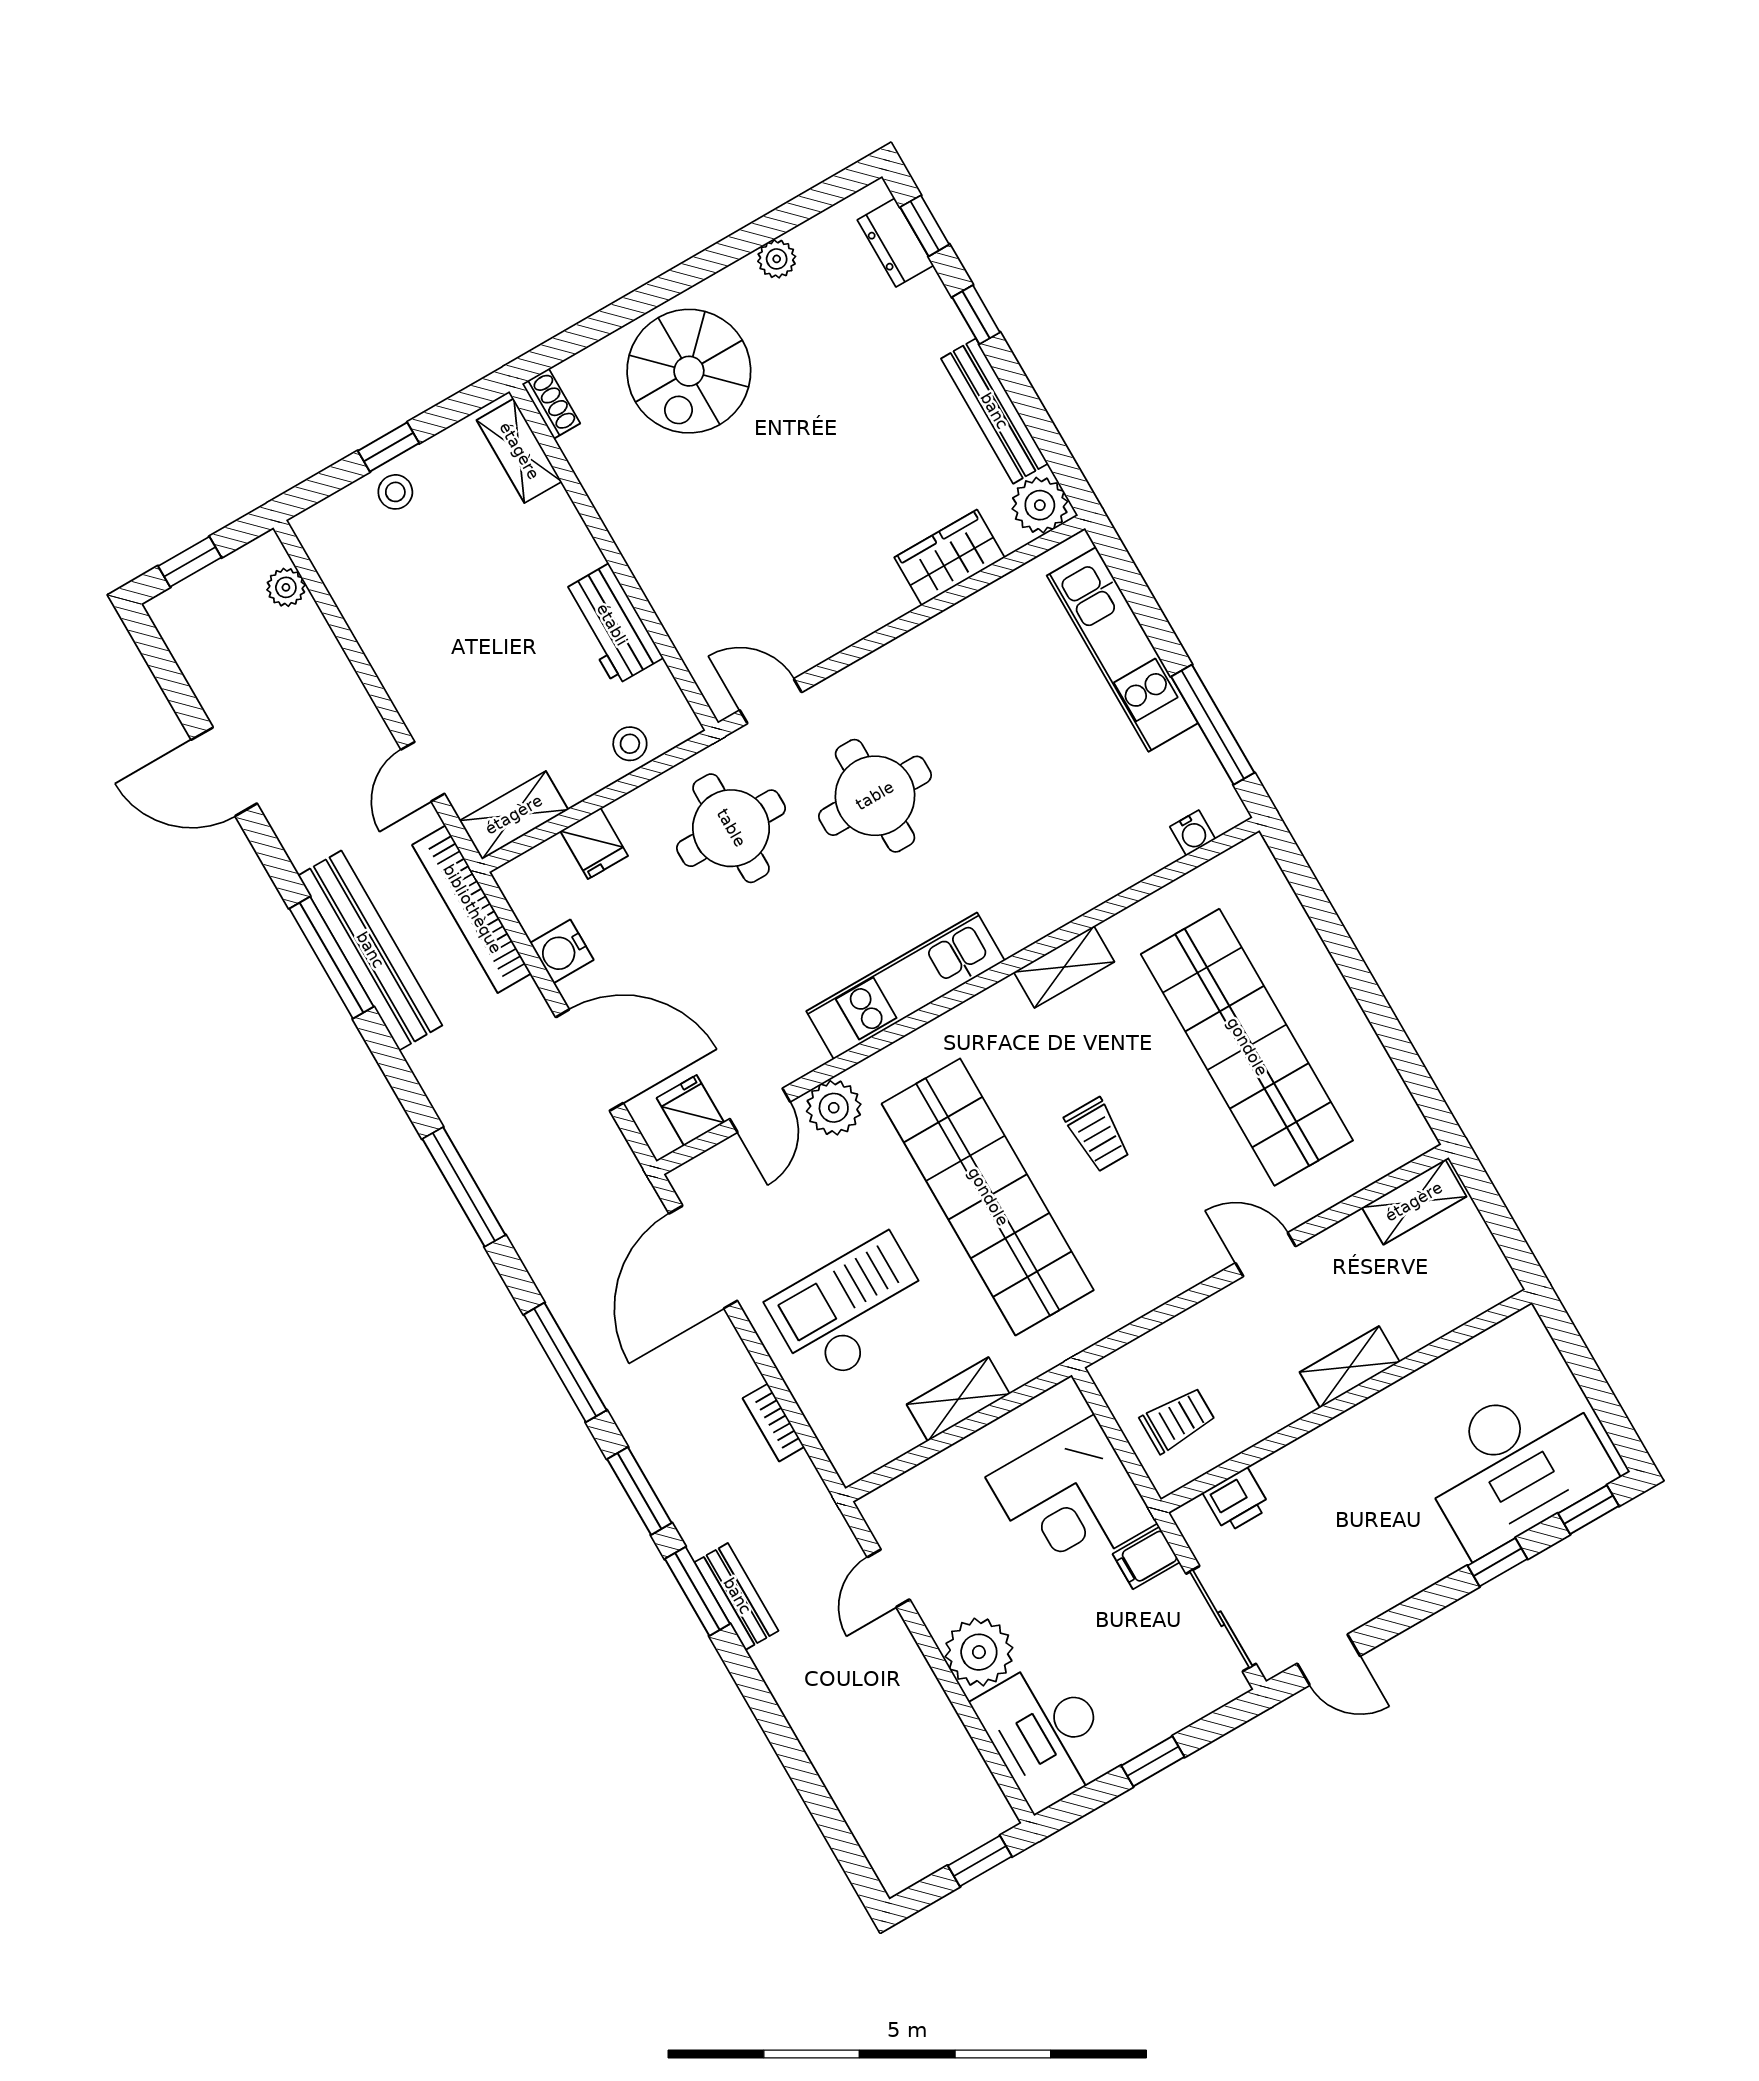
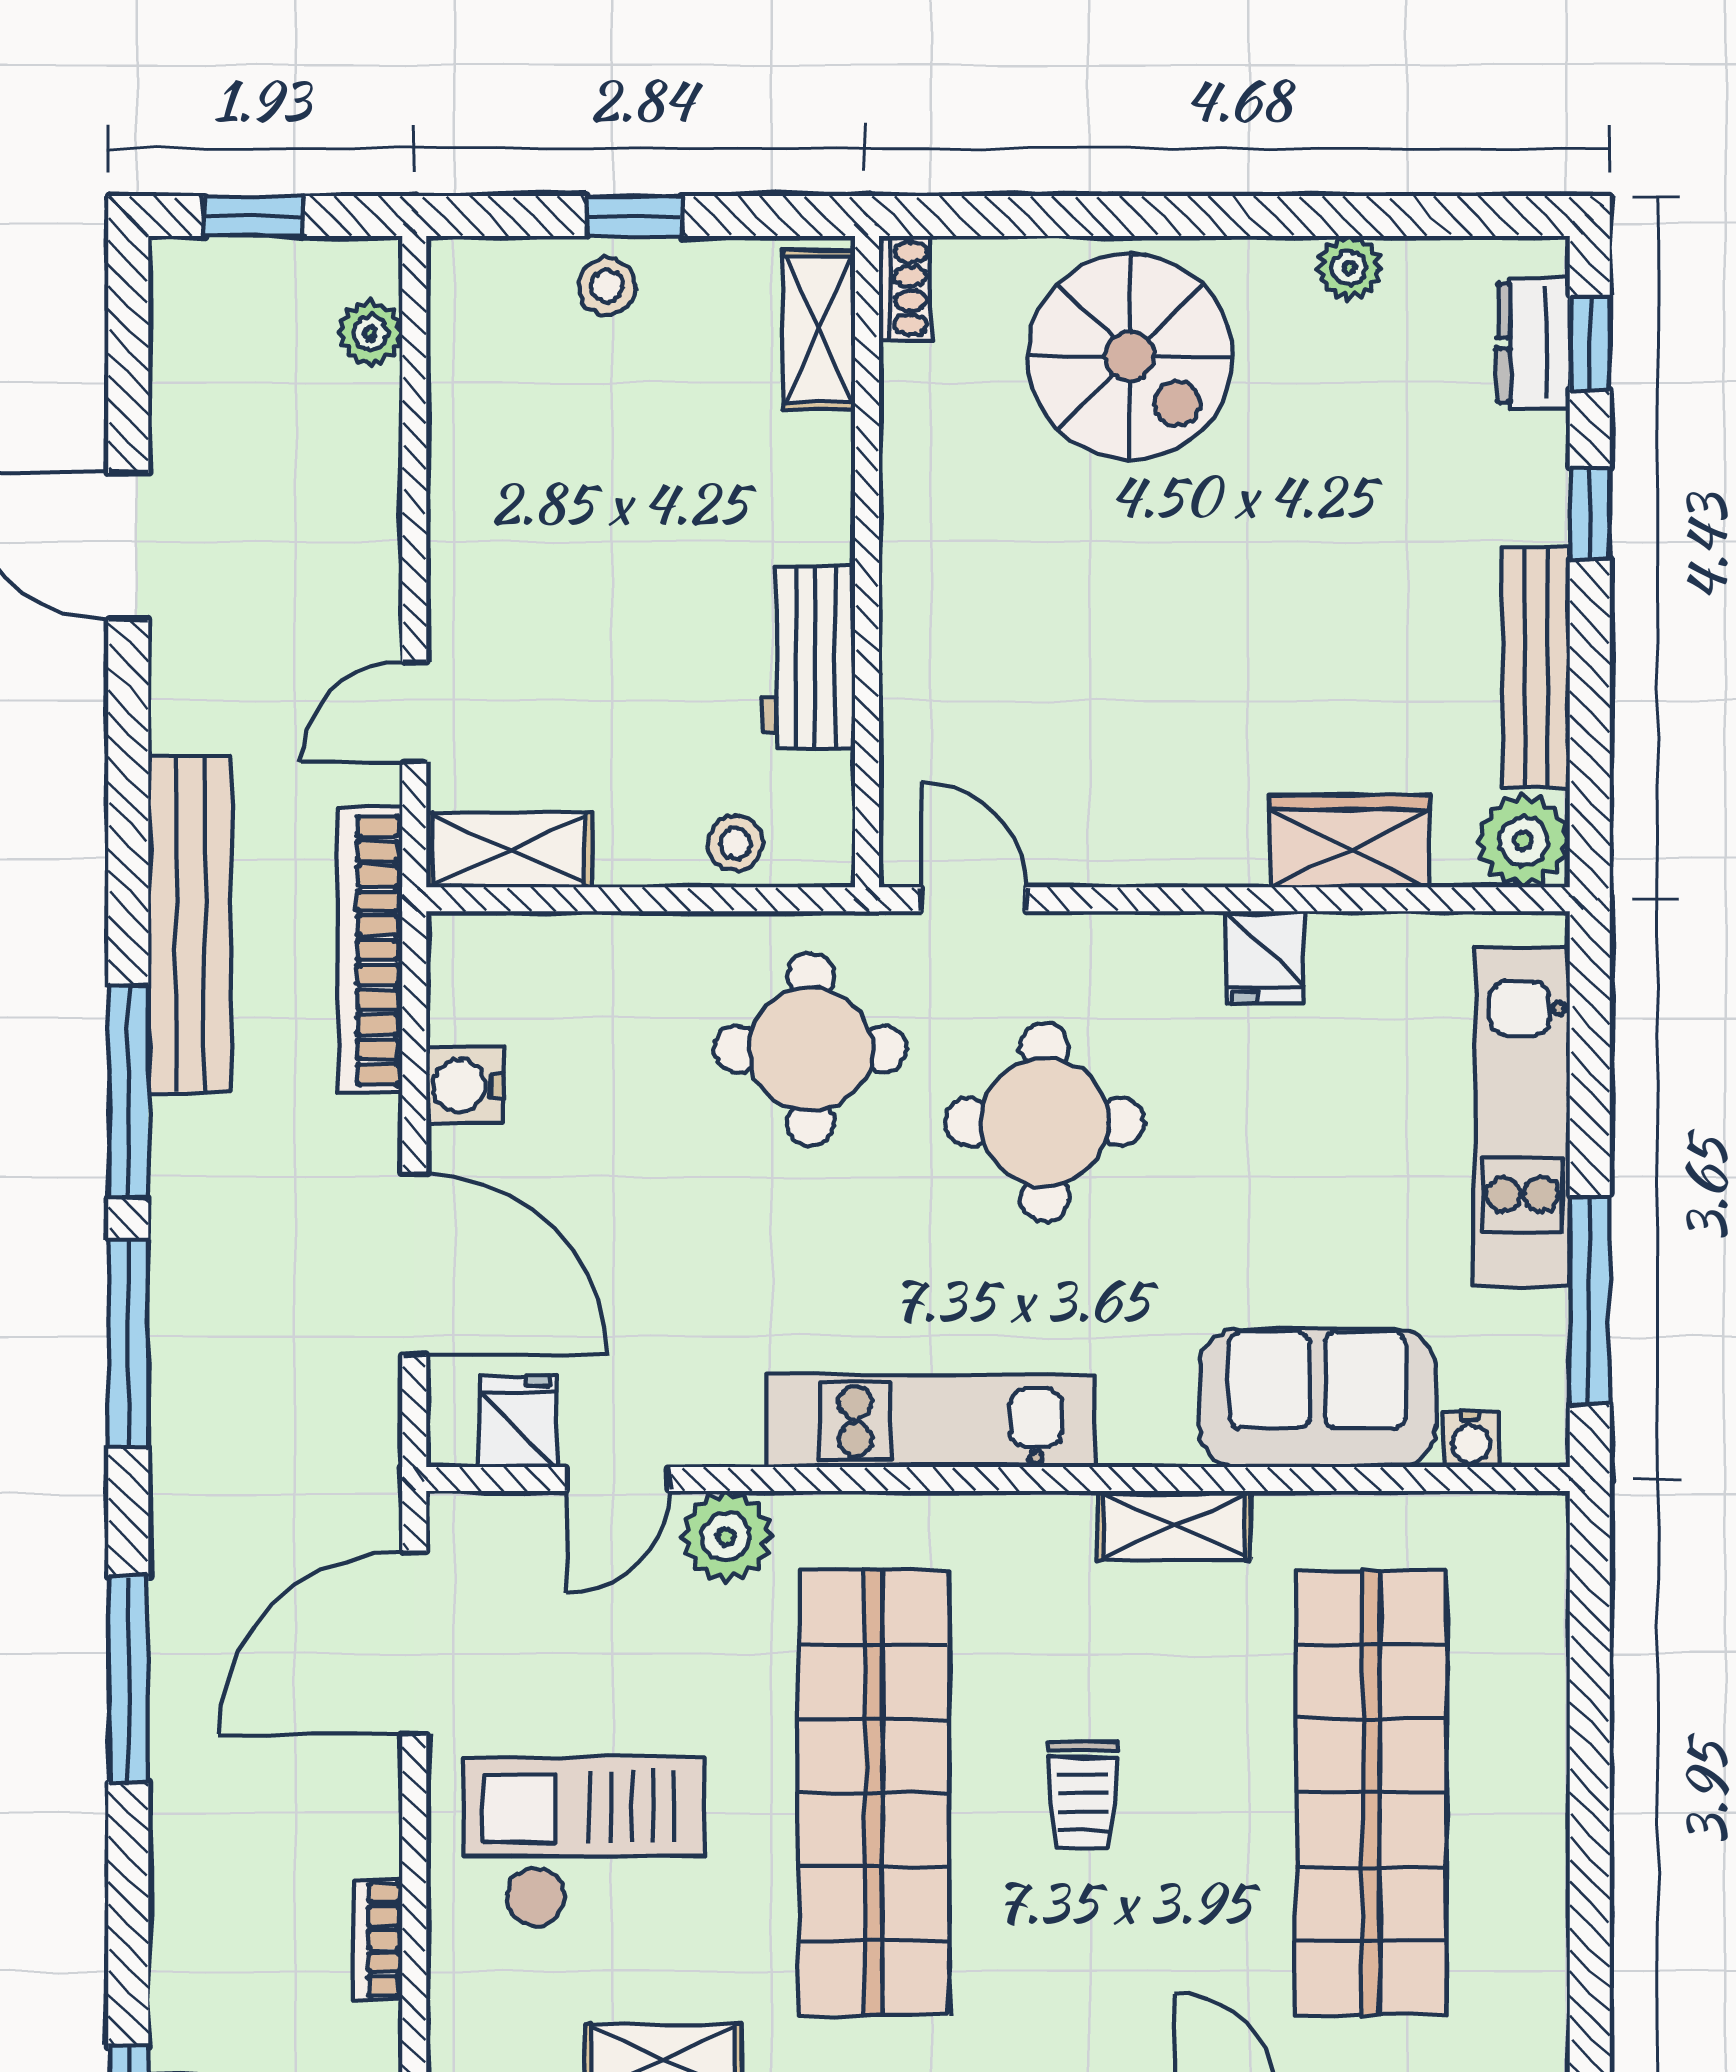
spiral stairs: (689, 371) -> (1130, 356), turned -90
fridge: (594, 843) -> (1265, 957), moved
sofa: (1100, 858) -> (1317, 1398), added
window: (332, 958) -> (128, 1092), moved
window: (639, 1491) -> (128, 1927), removed

